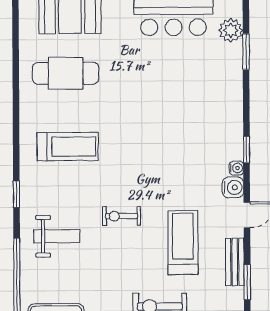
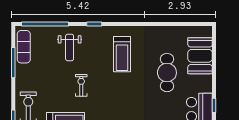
cafe table: (66, 73) -> (167, 73), moved

